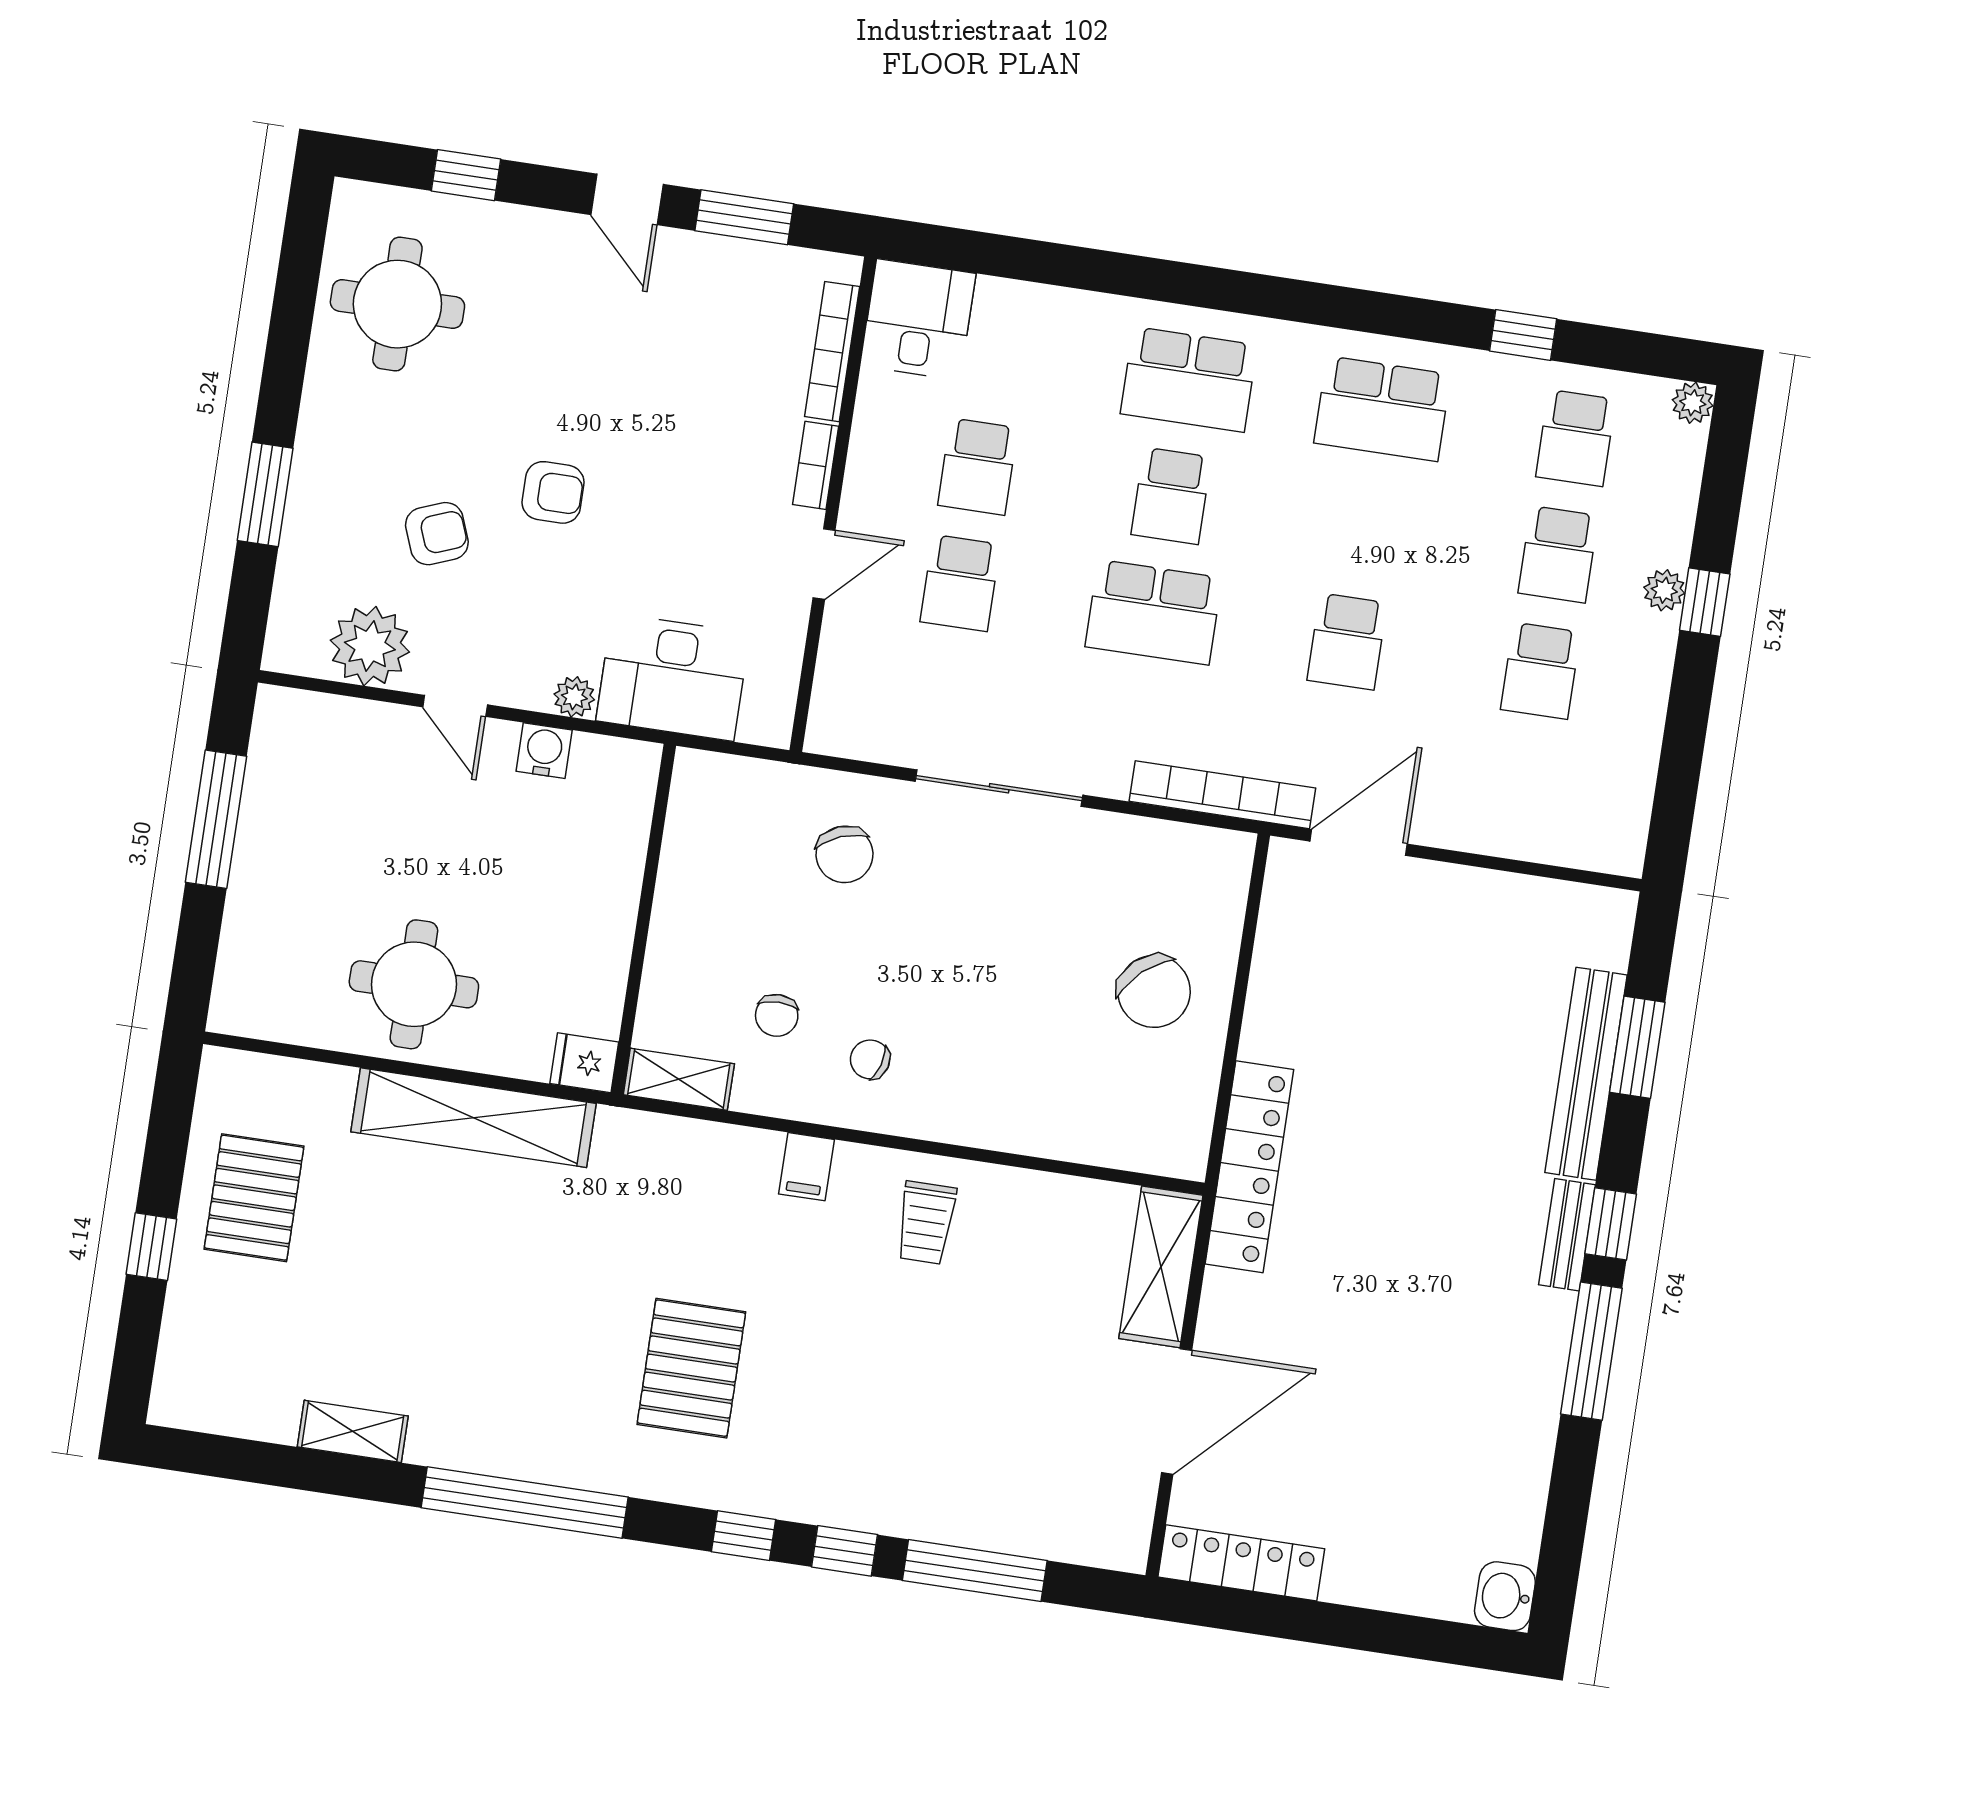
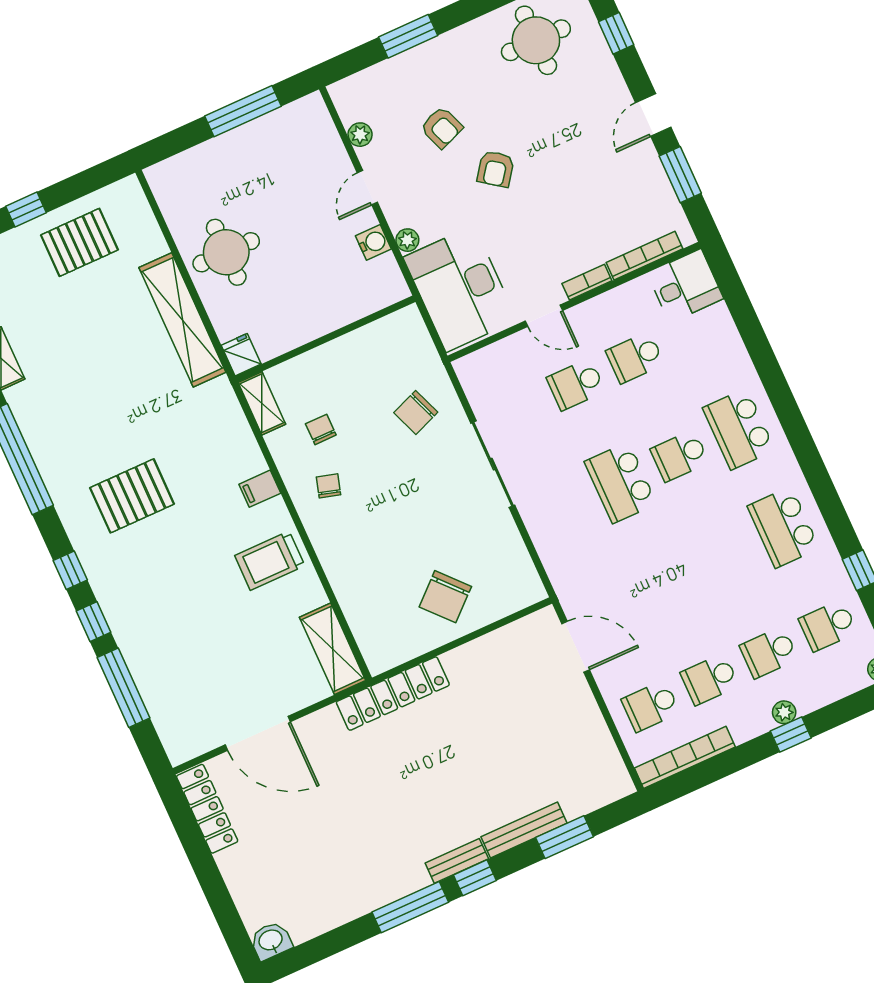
armchair: (553, 492) -> (496, 169), turned 36
school desk: (1347, 641) -> (651, 706), moved
plant: (370, 646) -> (360, 135), width x0.53, depth x0.53
desk: (673, 677) -> (460, 289), width x1.36, depth x1.30
bookcase: (1222, 795) -> (685, 757), moved, turned -90
chair: (777, 1015) -> (321, 429), turned 90
bench: (1586, 1074) -> (524, 830), width x0.73, depth x0.82
trolley: (926, 1223) -> (270, 561), width x1.36, depth x1.39
shelving: (1161, 1267) -> (333, 649), moved, turned 90

